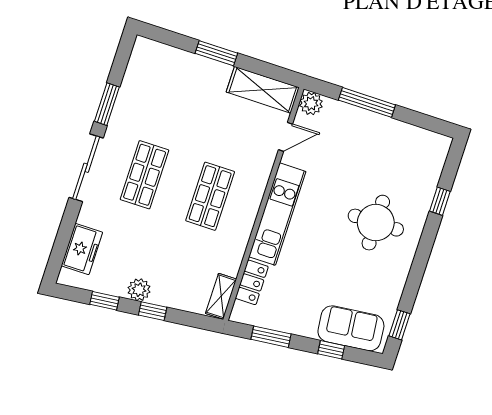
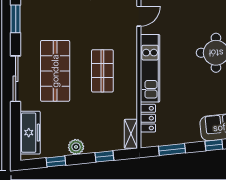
window: (107, 104) -> (16, 19), moved
shop shelf: (145, 175) -> (55, 71), width x1.43, depth x1.36
freezer: (82, 249) -> (30, 133), width x1.40
window: (153, 311) -> (104, 156), moved

